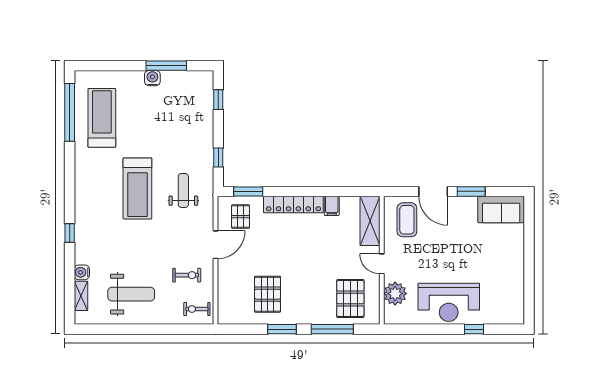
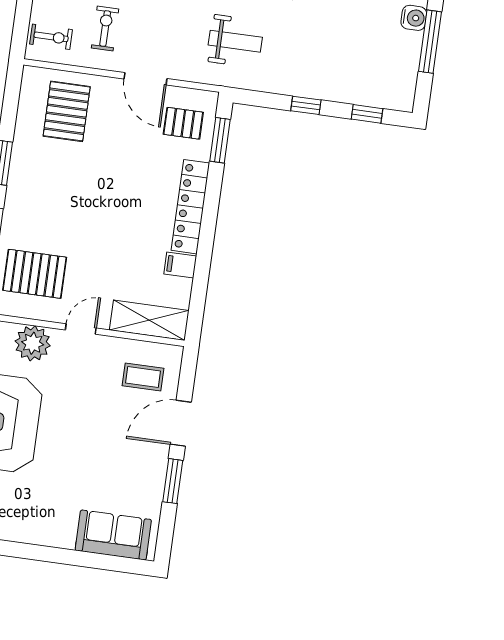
window: (218, 158) -> (306, 105), moved
sofa: (501, 210) -> (113, 535), moved, turned 90
coffee table: (407, 220) -> (143, 377), width x0.73, depth x0.77
exercise bike: (187, 275) -> (105, 29), turned 180
pallet: (268, 294) -> (67, 111), moved, turned 90
exercise bike: (197, 309) -> (51, 37), turned 90

